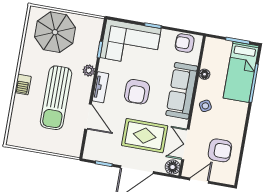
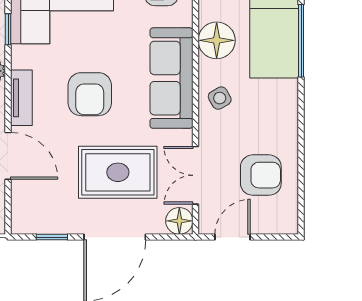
floor lamp: (205, 74) -> (217, 40), width x1.89, depth x1.89

